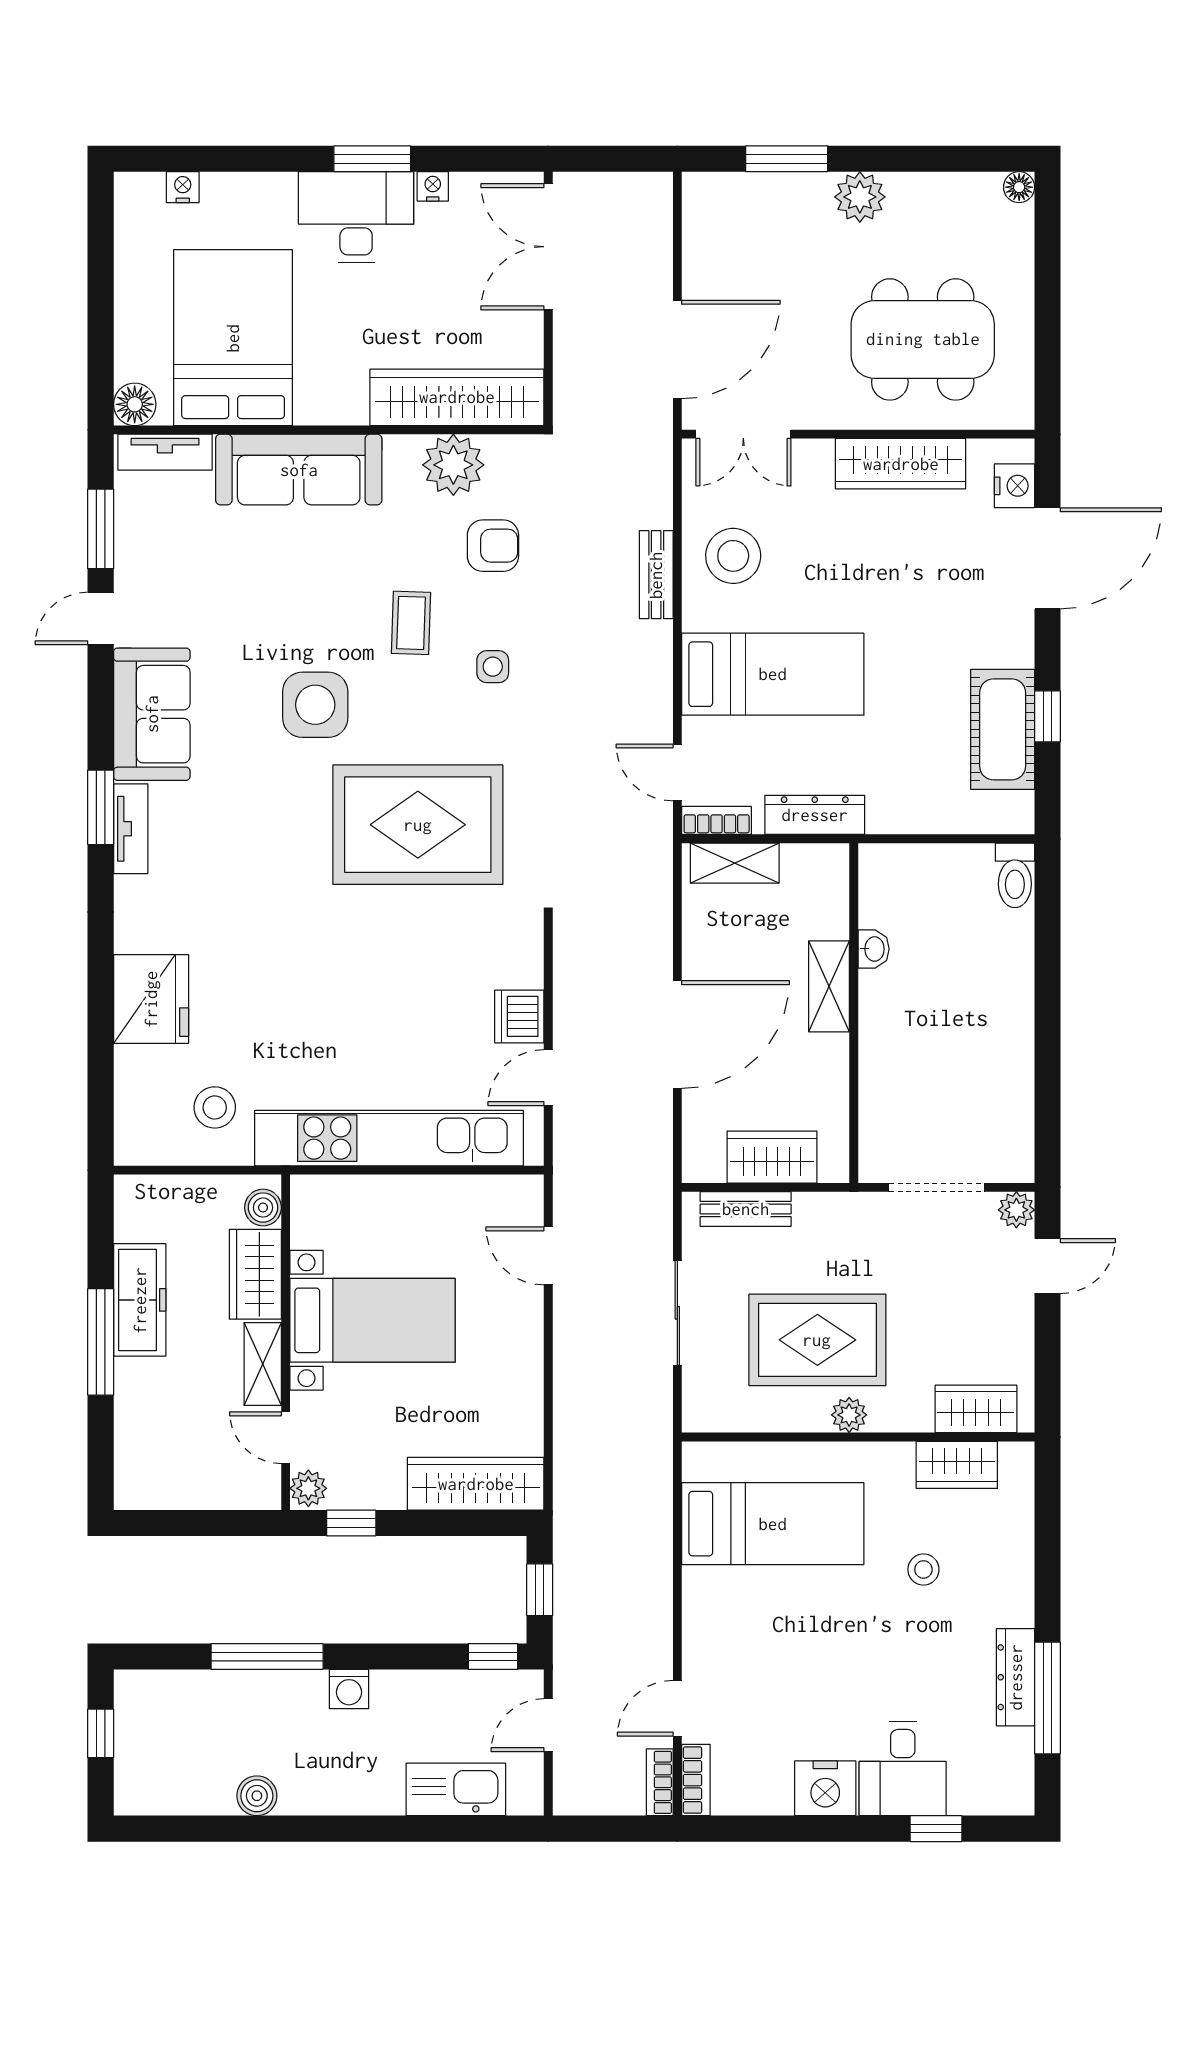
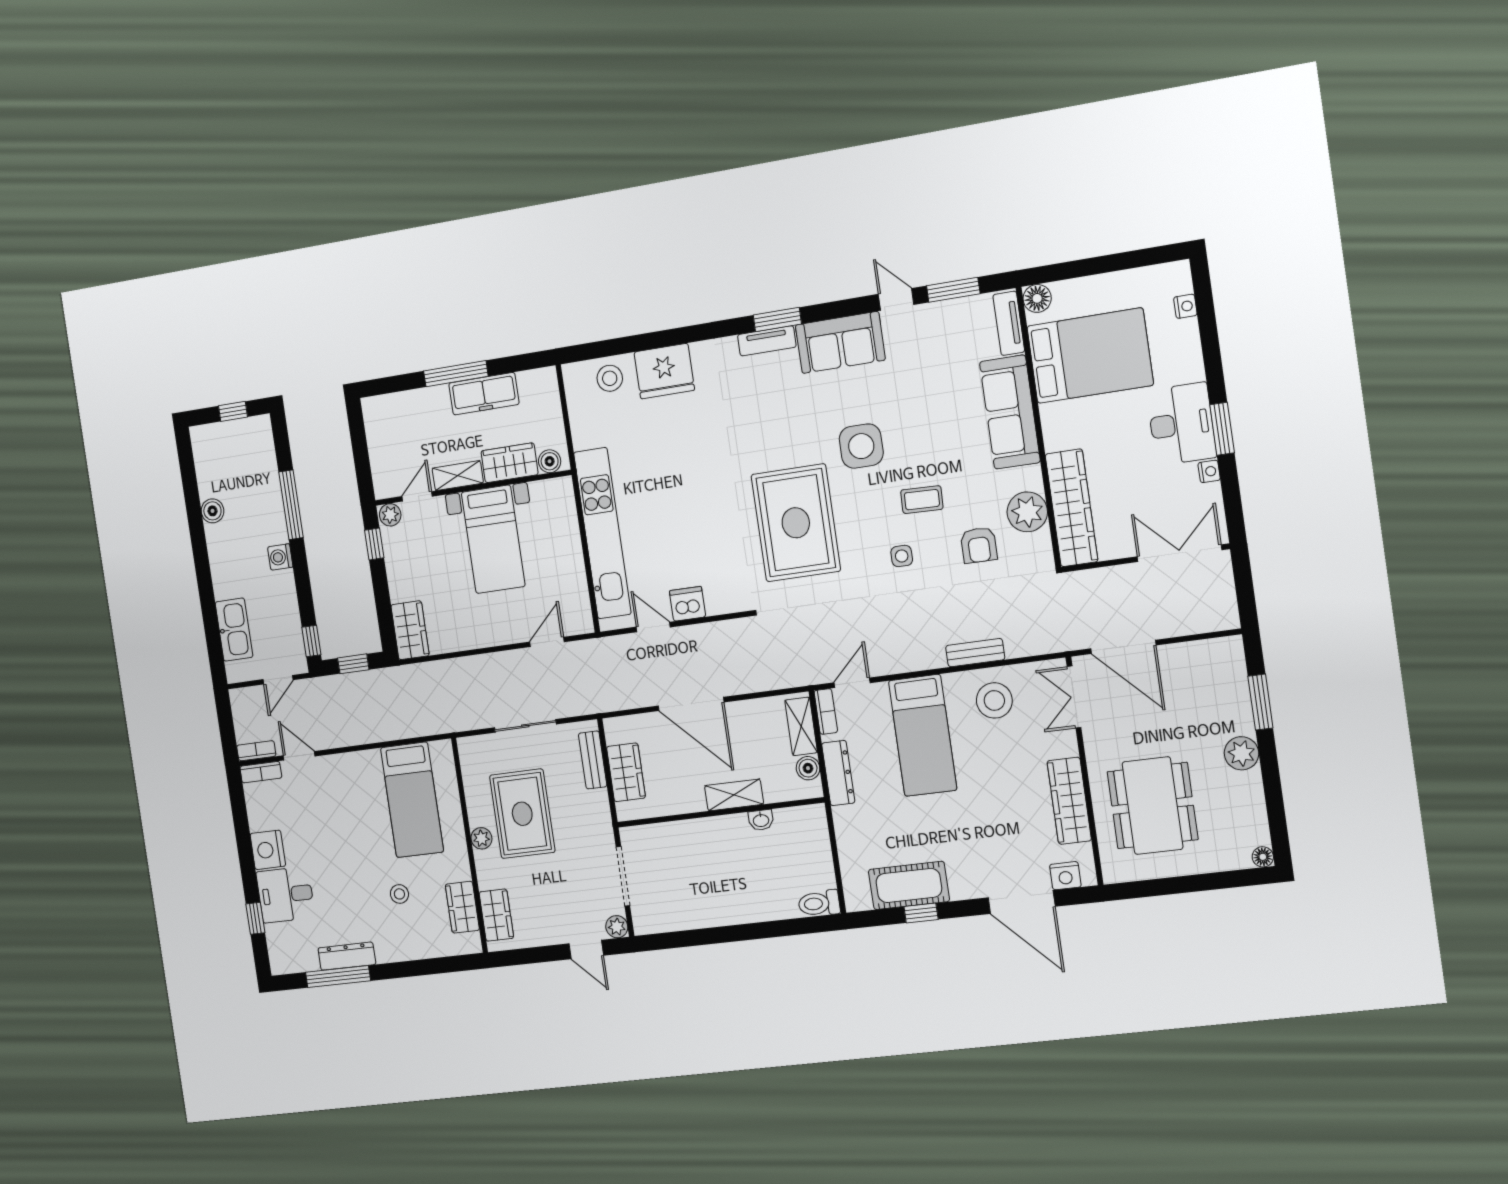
boiler: (801, 862) -> (808, 768), added
stool: (215, 1107) -> (610, 378), moved
wardrobe: (476, 1484) -> (410, 630), width x0.67
door: (548, 1725) -> (278, 680), swing flipped

